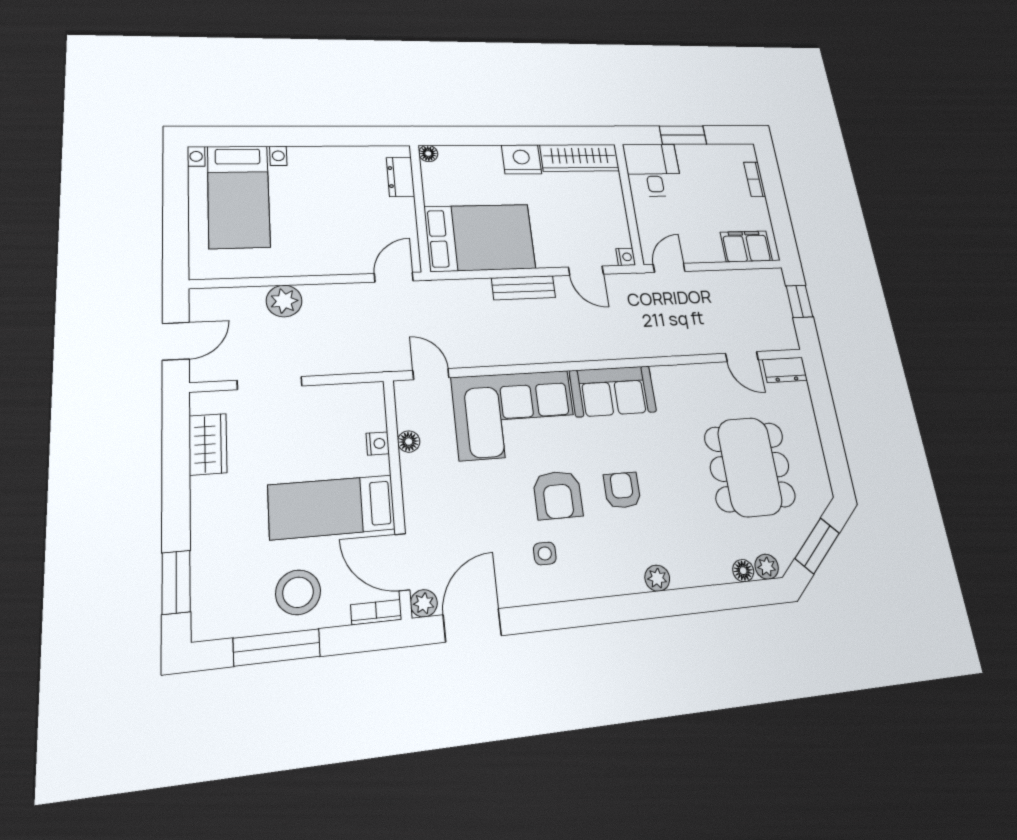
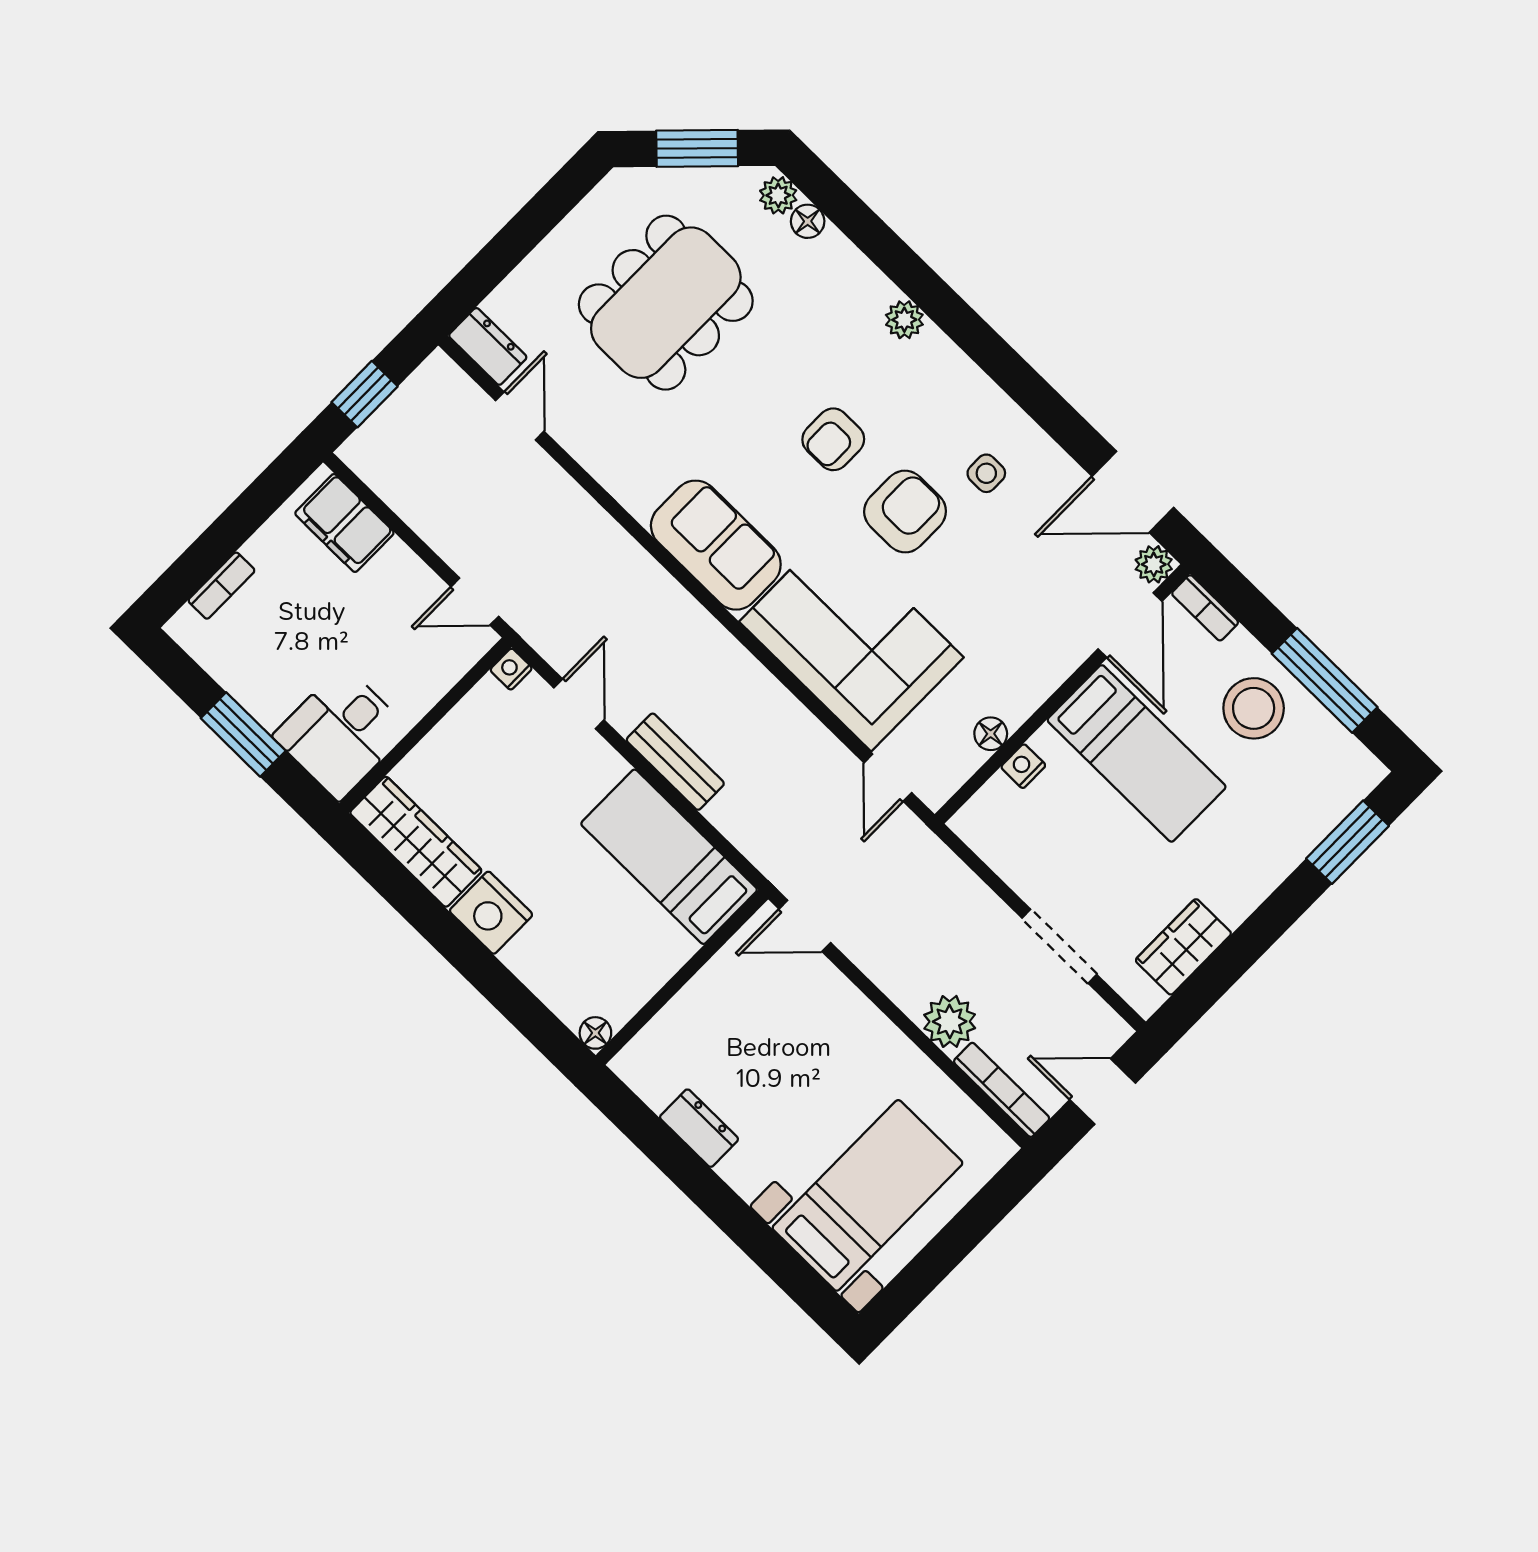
dresser: (400, 177) -> (699, 1128), moved, turned -90
bed: (480, 238) -> (669, 857), width x0.67
bookcase: (226, 296) -> (1002, 1090), added

